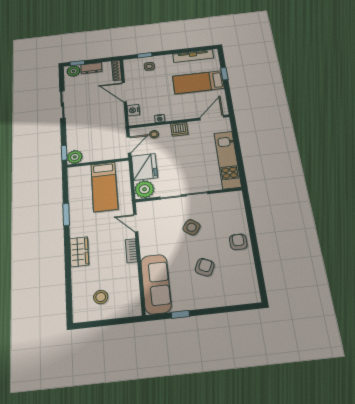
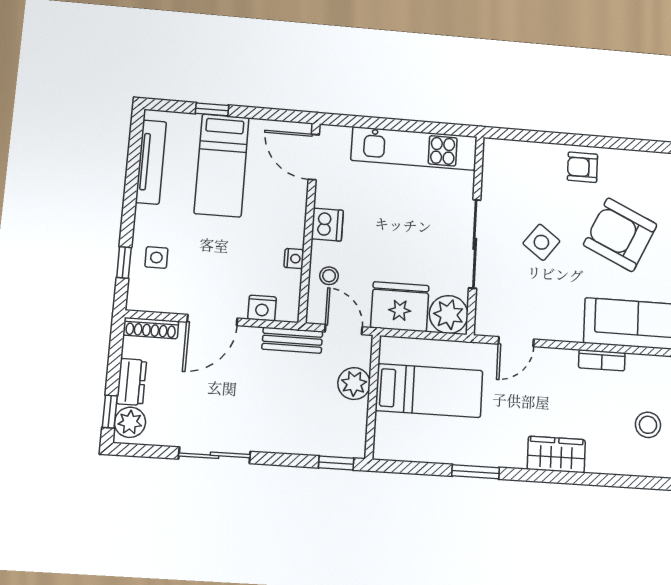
bench: (120, 125) -> (292, 340), added
plant: (75, 157) -> (354, 384), moved
bookcase: (131, 251) -> (602, 360), moved
armchair: (205, 267) -> (620, 235), width x1.88, depth x1.88

